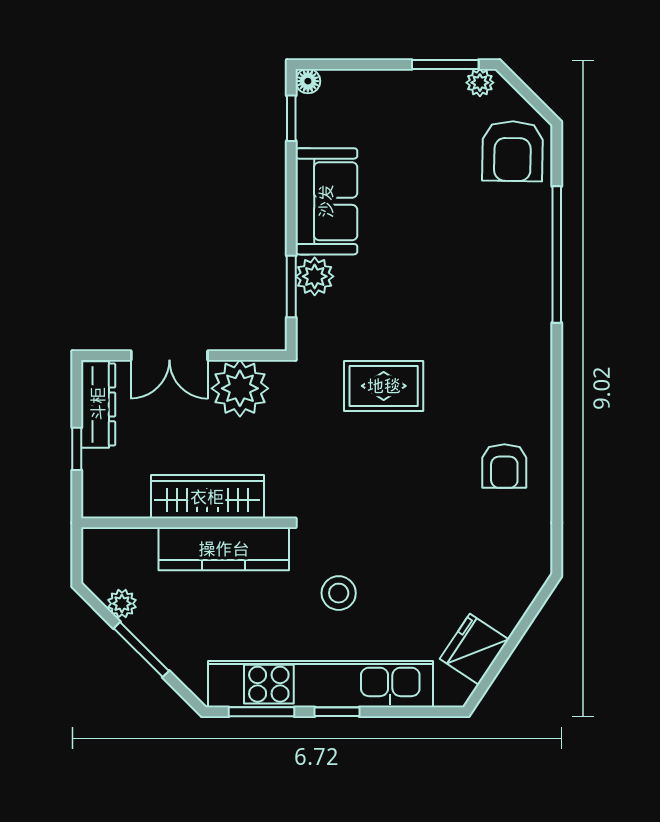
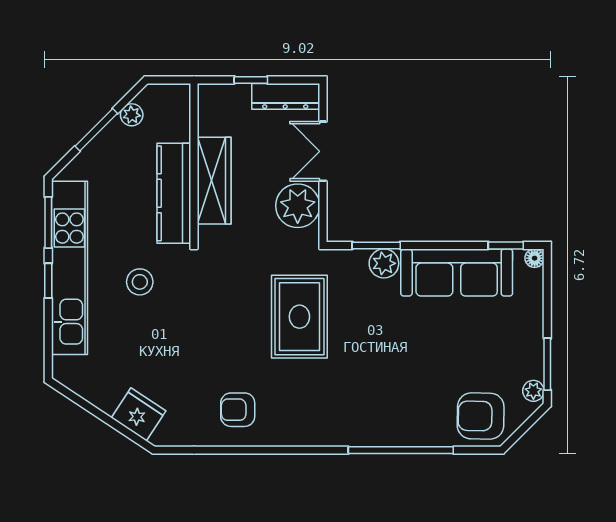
sofa: (326, 201) -> (457, 272), width x1.36
rug: (384, 386) -> (299, 317), width x1.36, depth x1.43
fridge: (474, 649) -> (139, 414), moved

